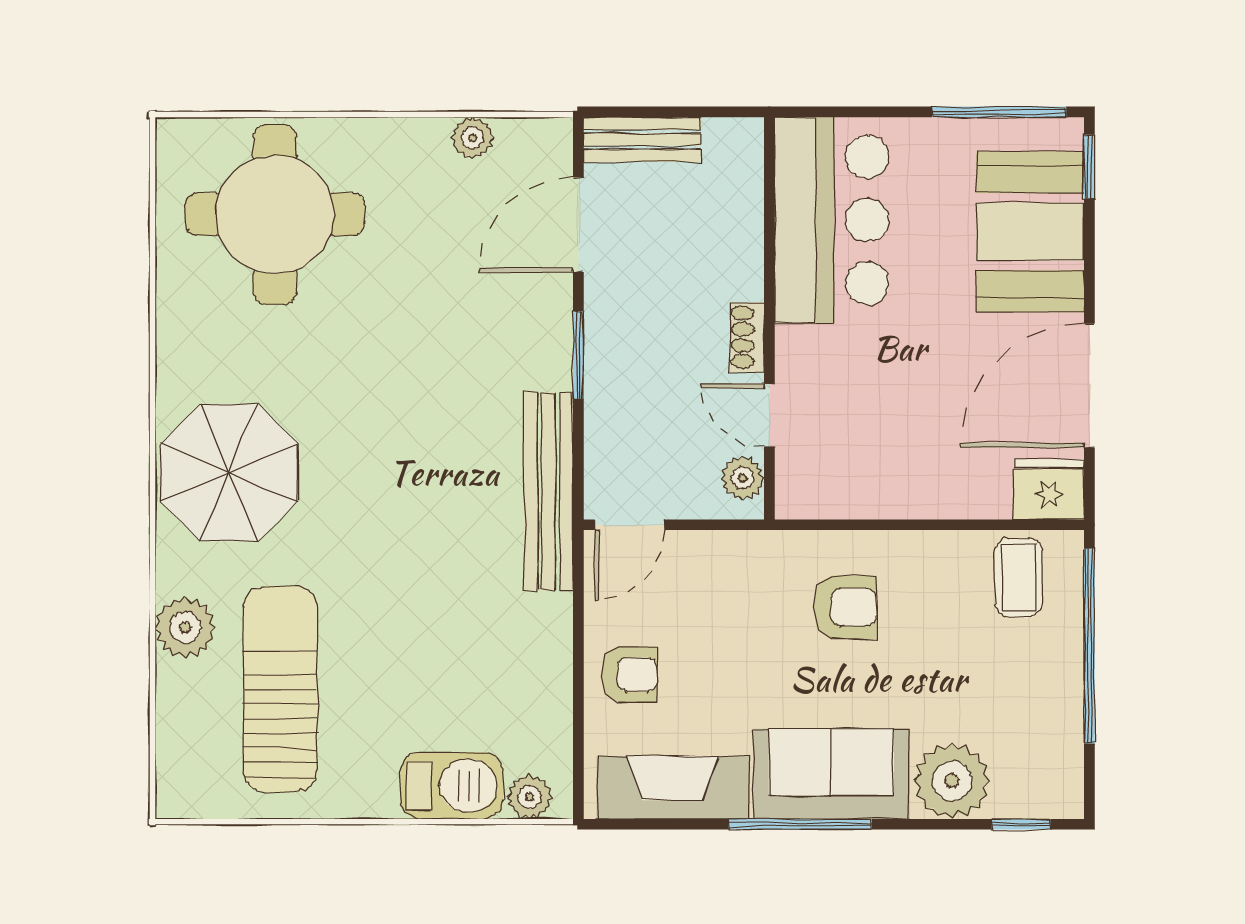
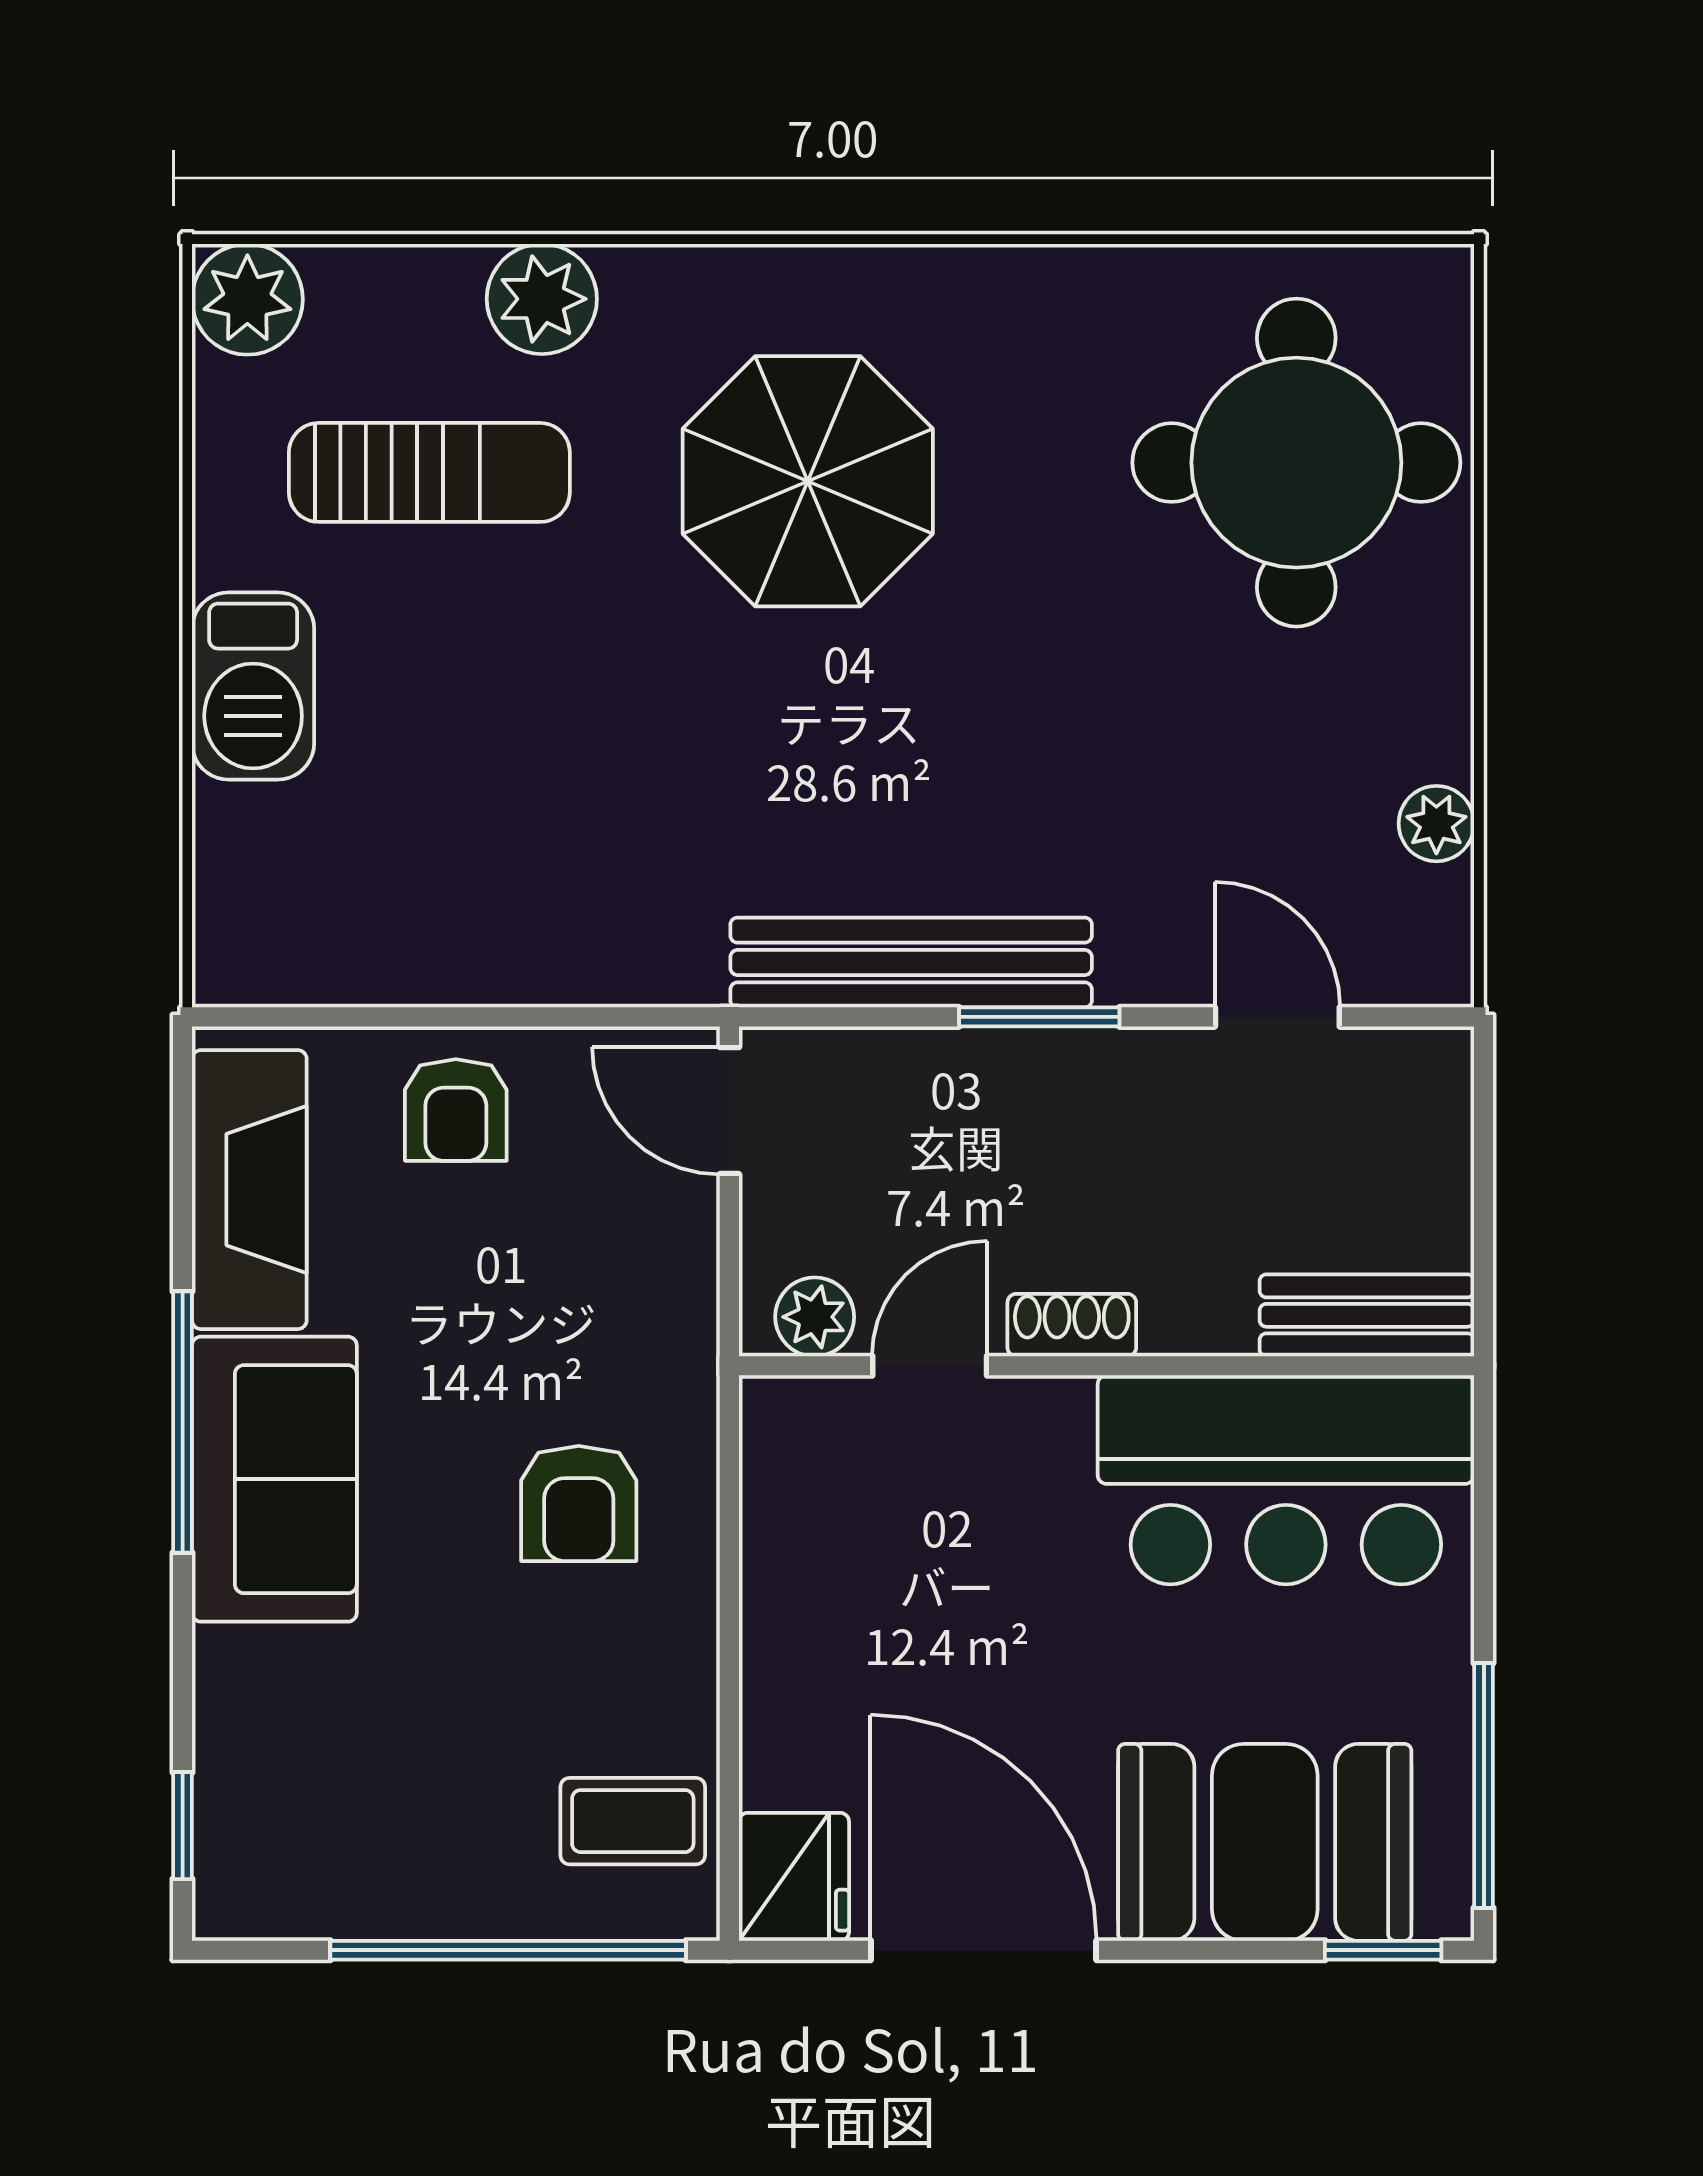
bench: (642, 139) -> (1367, 1315), moved, turned 90
door: (578, 225) -> (1277, 1017), width x0.73
parasol: (229, 473) -> (808, 481), moved
bench: (549, 492) -> (911, 963), moved
sun lounger: (280, 689) -> (429, 472), width x0.73, depth x0.75
plant: (952, 781) -> (262, 1699), removed
barbecue: (452, 786) -> (253, 686), moved
plant: (529, 797) -> (247, 299), moved, width x1.38, depth x1.38

